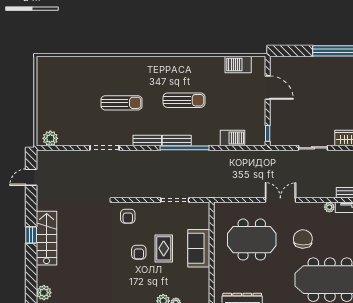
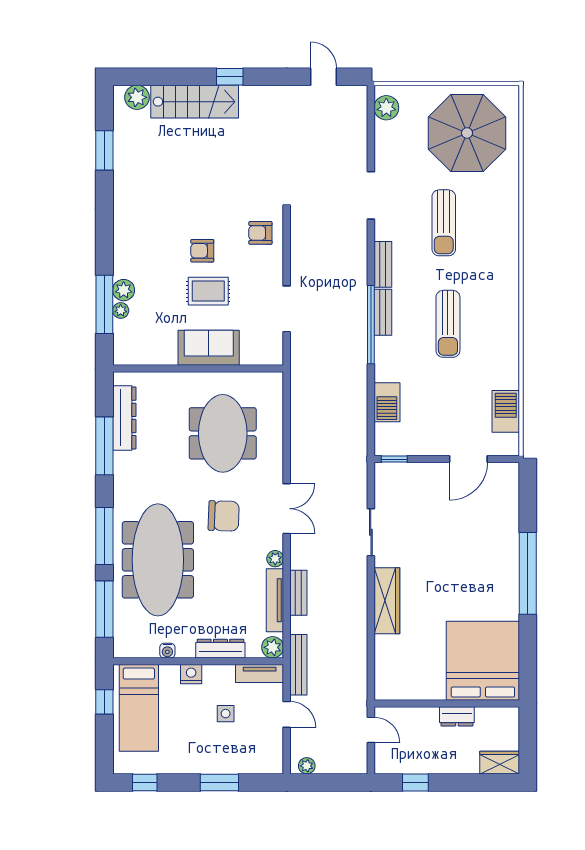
parasol: (66, 88) -> (467, 133), added
double door: (280, 200) -> (287, 509), moved
stairs: (47, 238) -> (195, 102), moved

